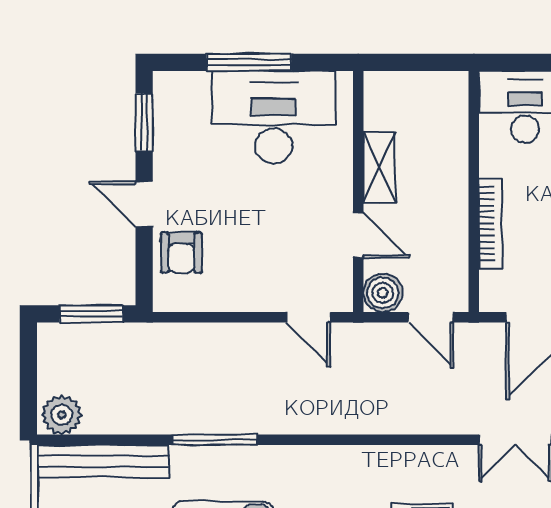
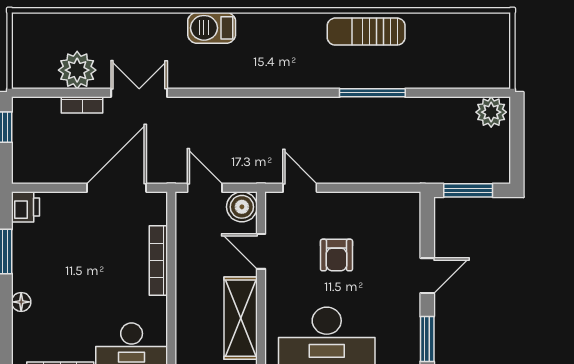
shelving: (379, 167) -> (241, 318), width x1.50, depth x1.33
door: (144, 204) -> (427, 276), hinge flipped
armchair: (181, 252) -> (336, 255), moved, turned 180
bench: (103, 461) -> (459, 76), removed

